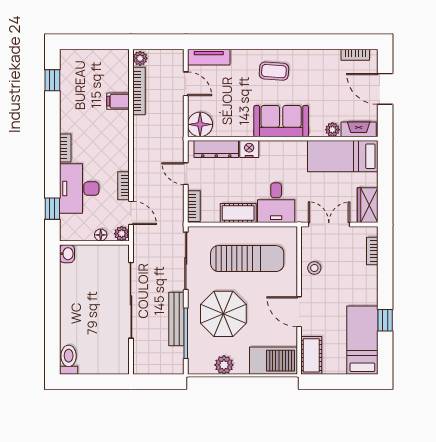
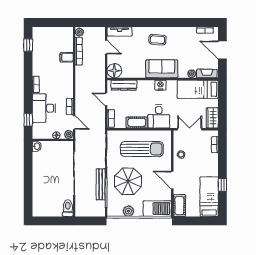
nightstand: (249, 149) -> (160, 85), moved
toilet: (69, 360) -> (68, 208), moved

